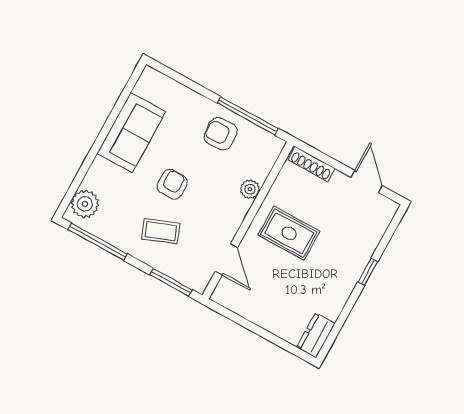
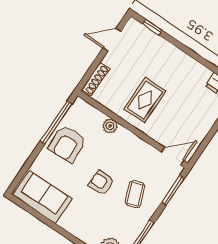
sofa: (131, 133) -> (42, 197), moved
armchair: (221, 134) -> (67, 144), width x1.38, depth x1.38
door: (226, 259) -> (173, 156), moved
window: (368, 272) -> (152, 27), moved

